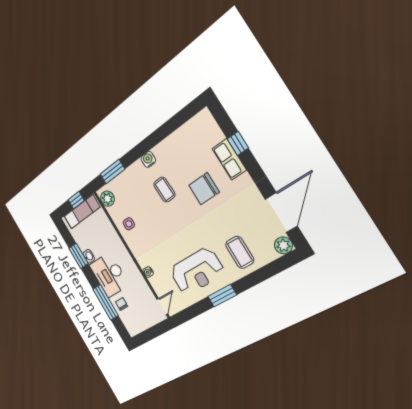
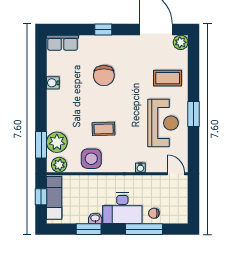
window: (238, 143) -> (103, 29), moved
water cooler: (148, 159) -> (53, 83), moved
row of seats: (229, 159) -> (63, 43), moved
plant: (123, 184) -> (57, 142), added
coffee table: (164, 190) -> (104, 129), moved
side table: (129, 224) -> (91, 159), width x1.87, depth x1.87

